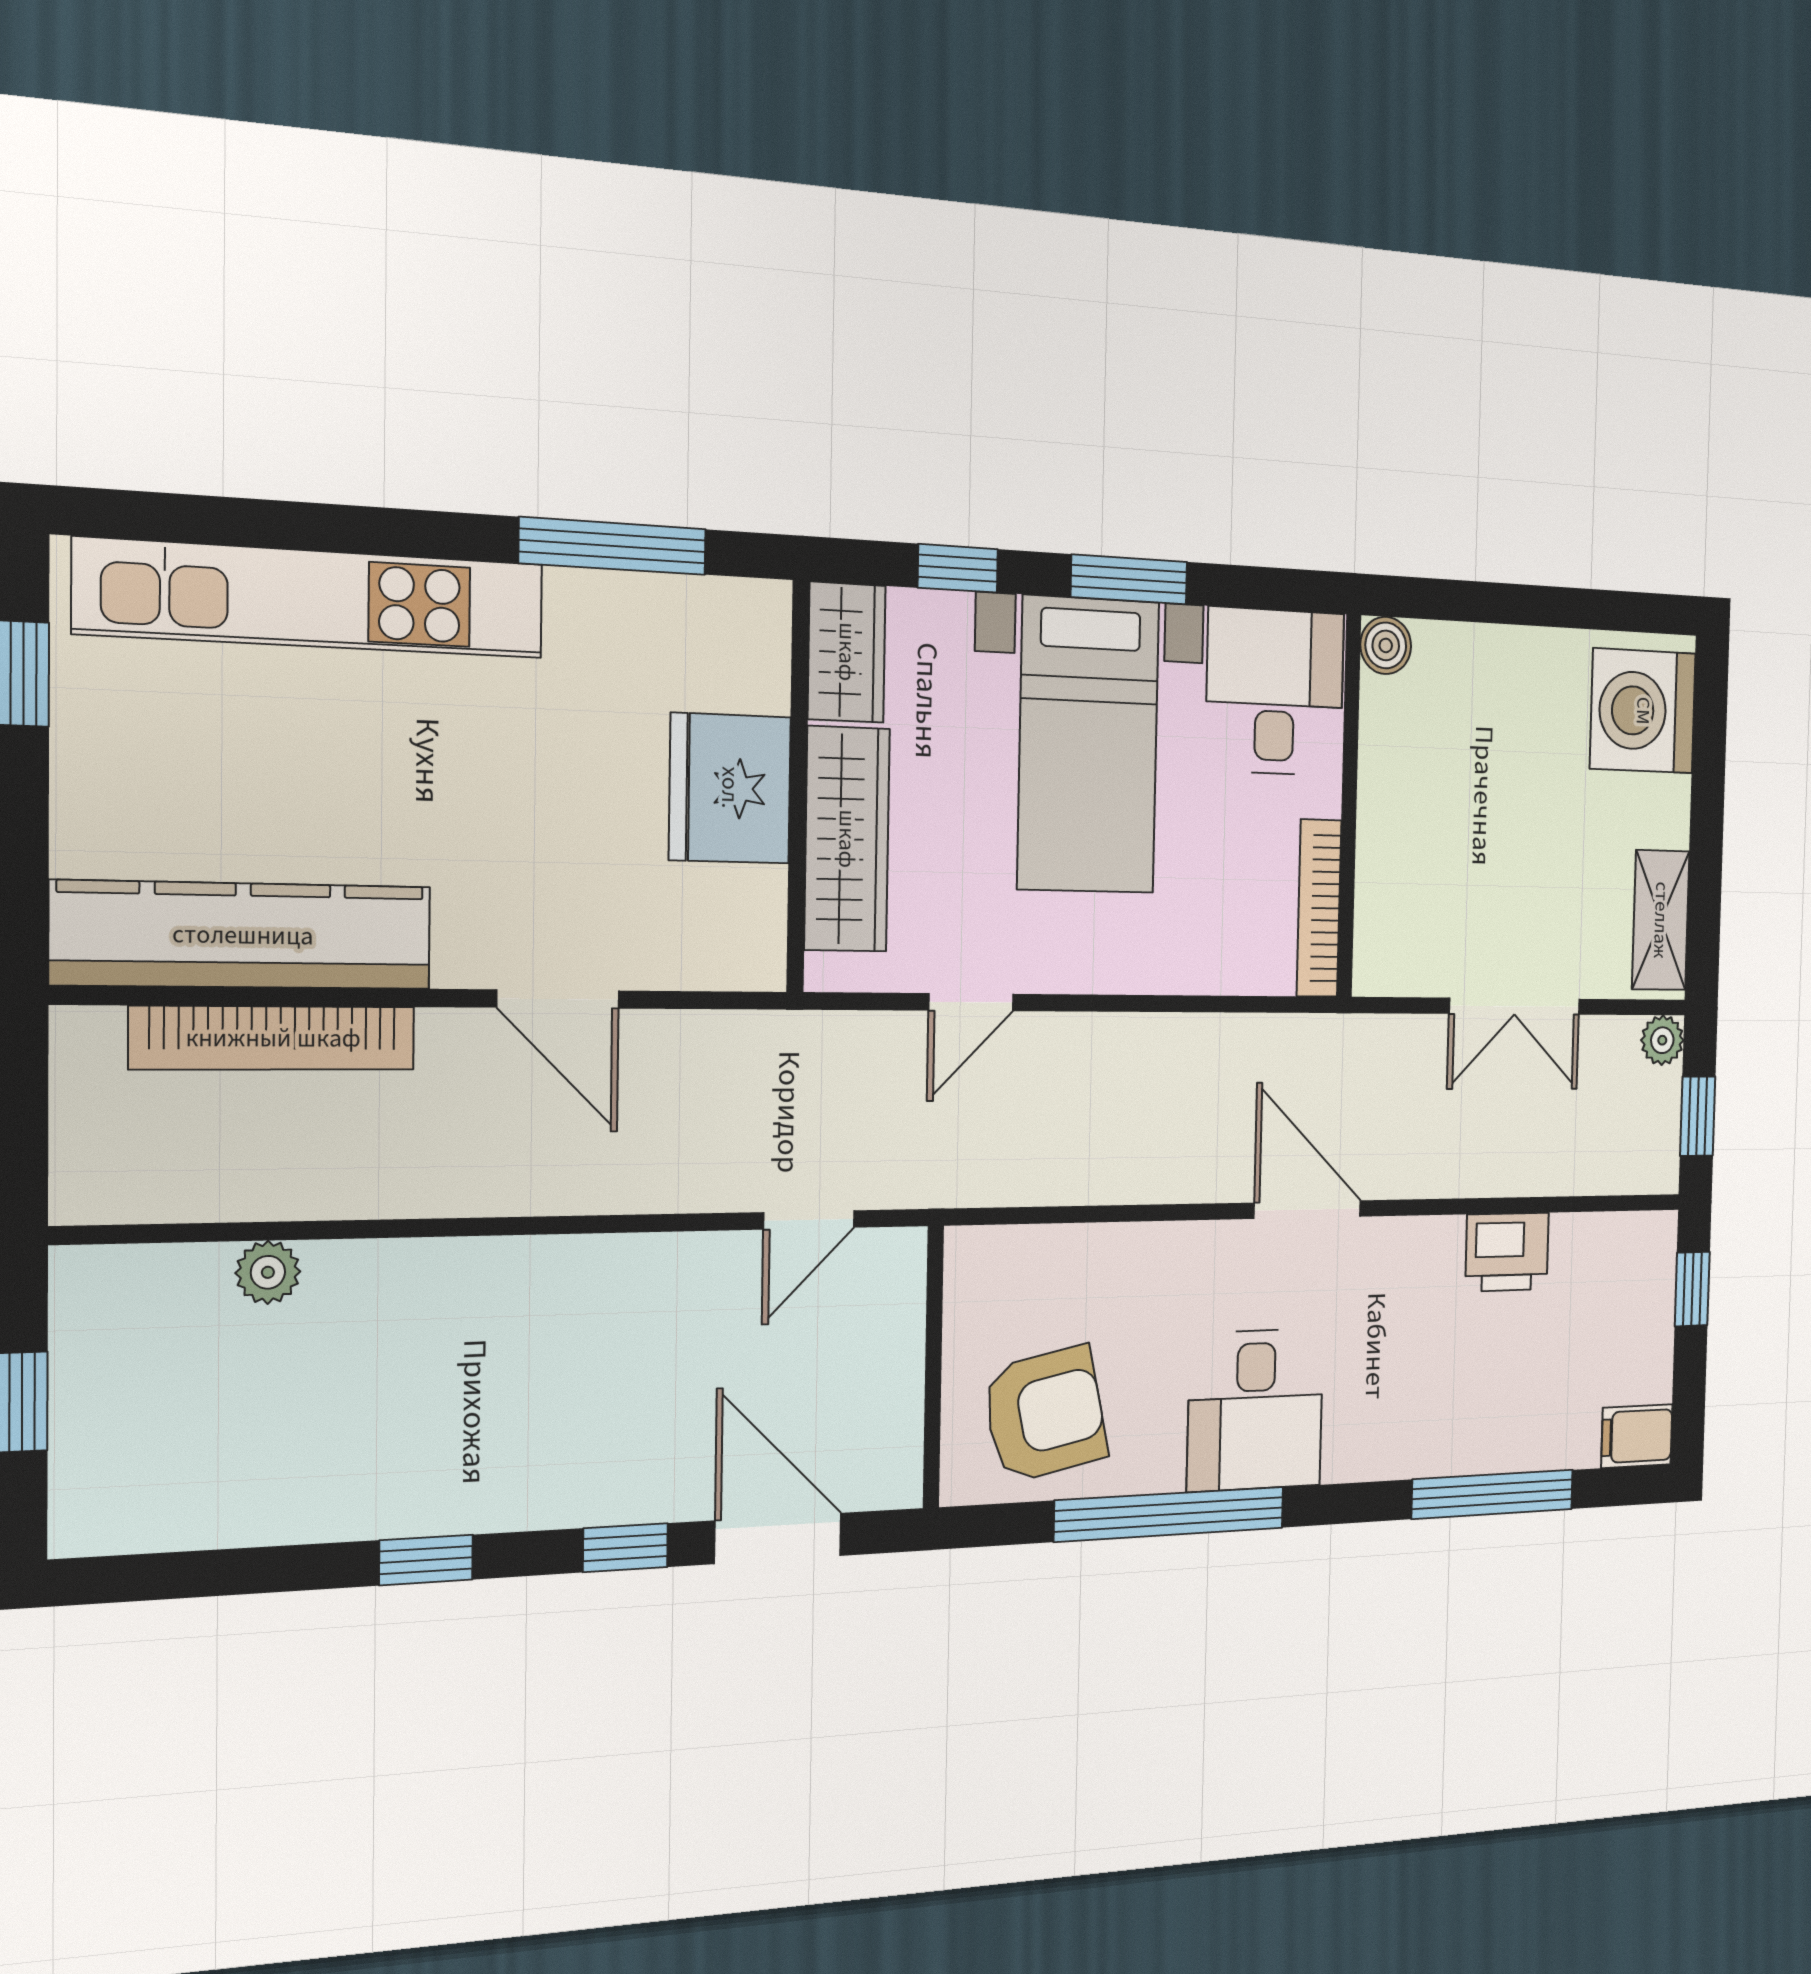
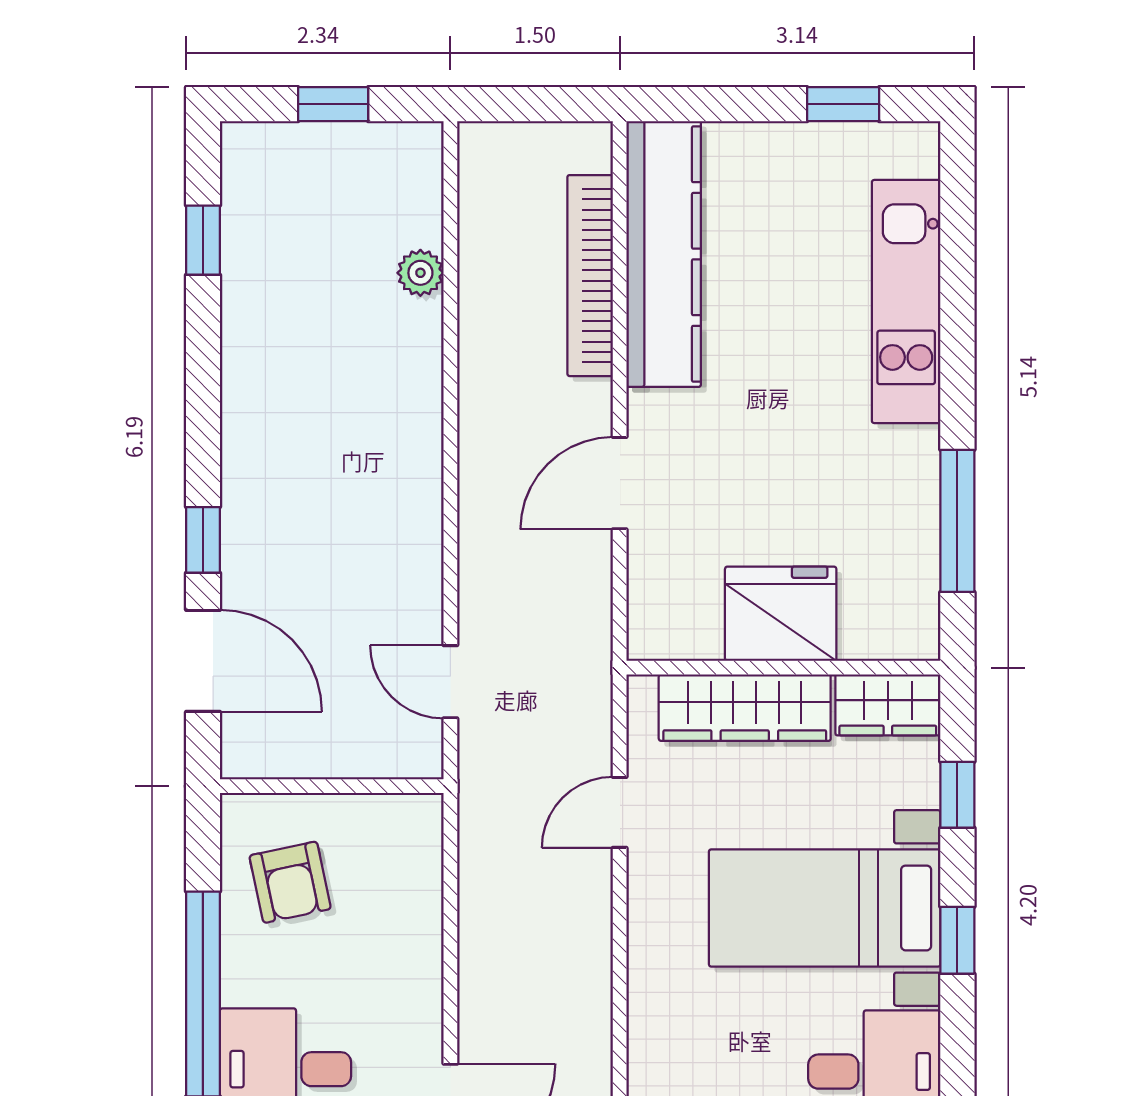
window: (1129, 579) -> (957, 940), width x0.67
kitchen unit: (313, 599) -> (906, 302), width x0.73
door: (971, 1002) -> (620, 812), hinge flipped
armchair: (1045, 1414) -> (290, 882), width x0.72, depth x0.72
door: (778, 1538) -> (203, 661), hinge flipped
window: (426, 1560) -> (203, 240), moved

